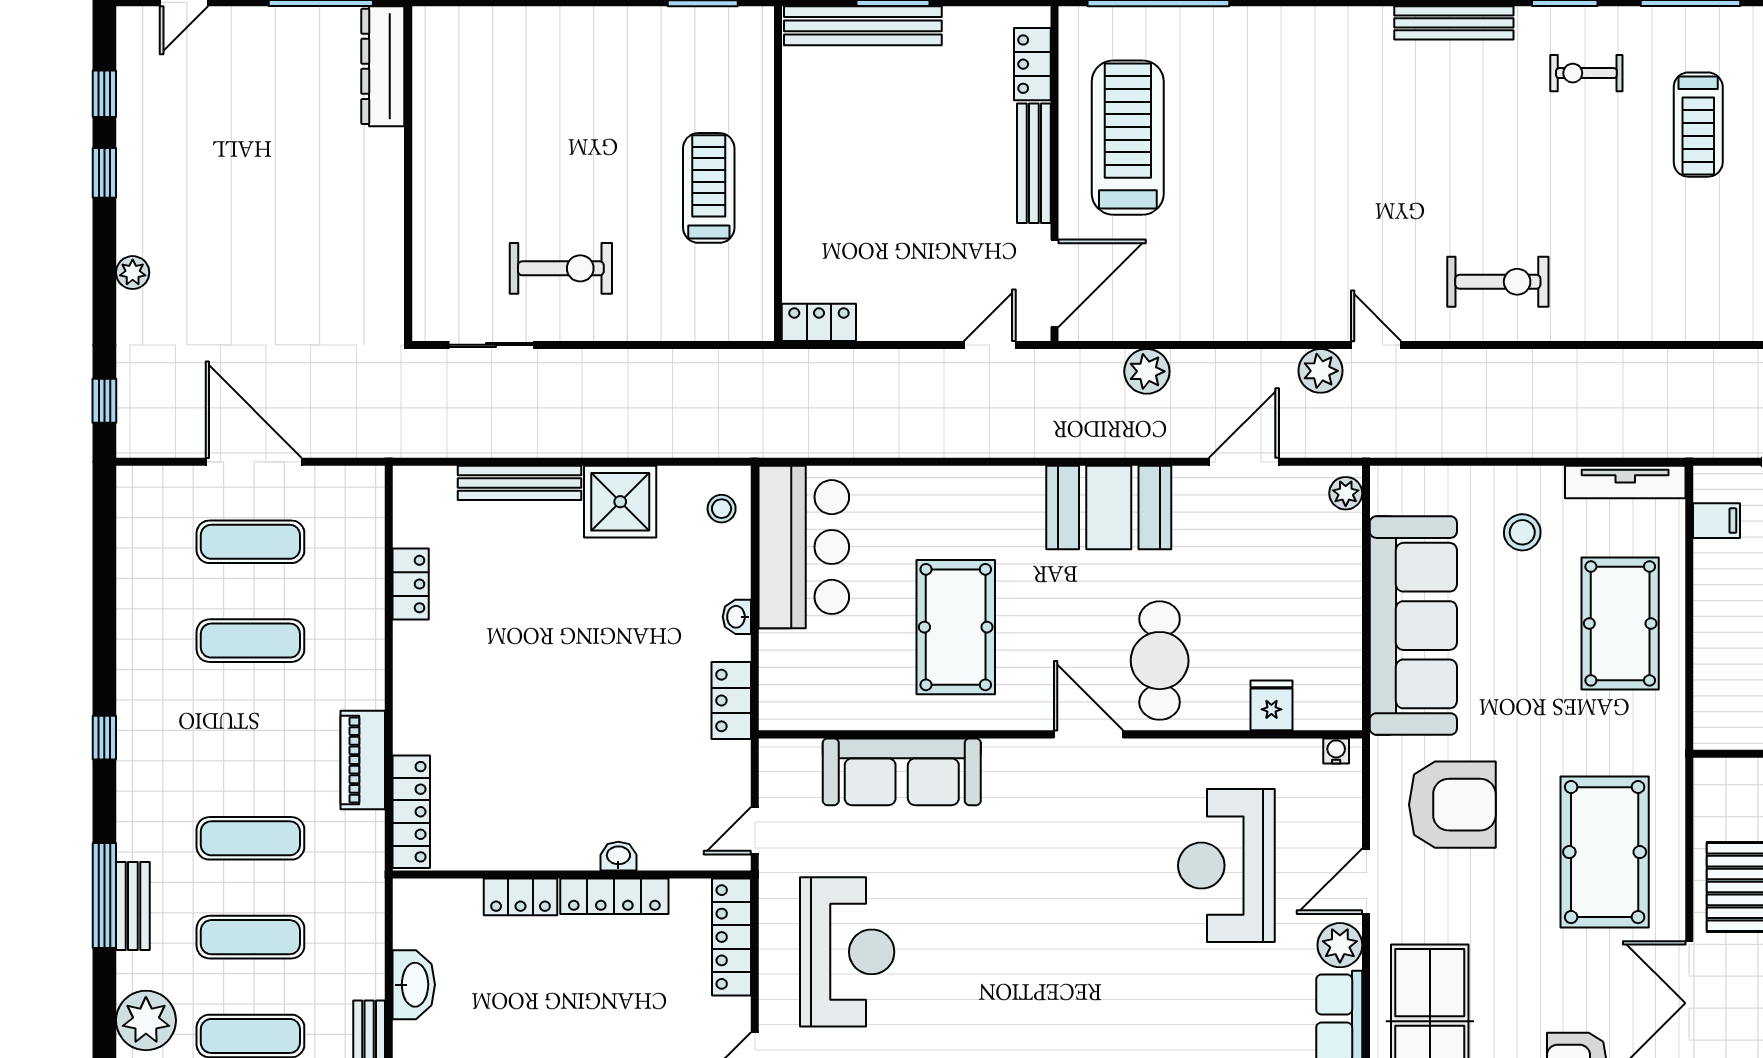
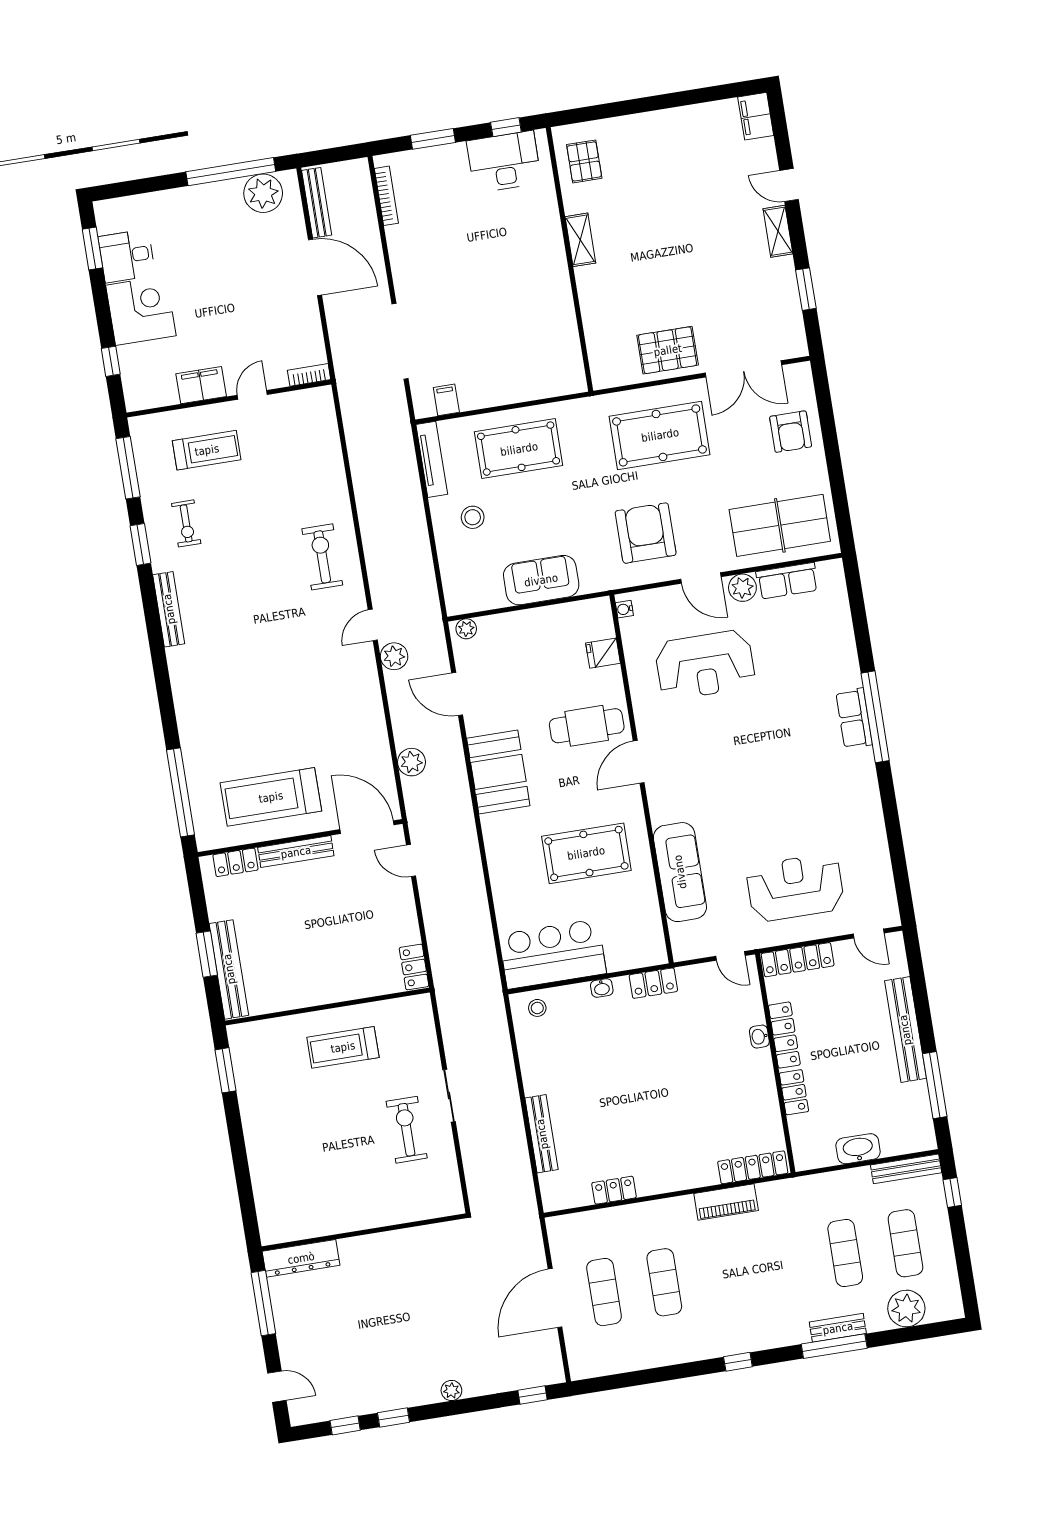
sliding door: (491, 345) -> (449, 1096), moved
shower: (620, 502) -> (543, 1070), removed
sofa: (1413, 626) -> (541, 580), width x0.54, depth x0.79
exercise mat: (250, 838) -> (785, 1263), removed

